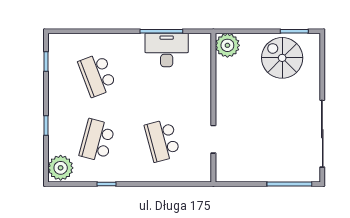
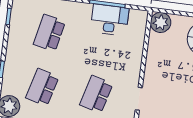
school desk: (97, 75) -> (49, 33), turned 33
school desk: (162, 140) -> (96, 94), turned 30

